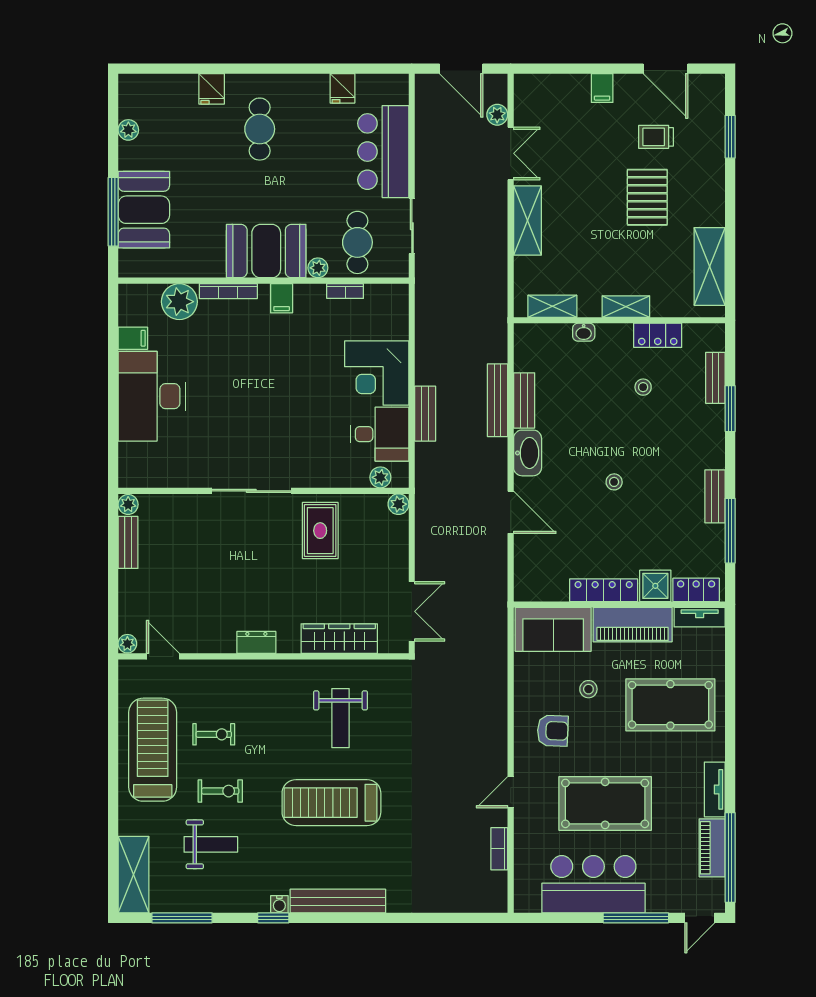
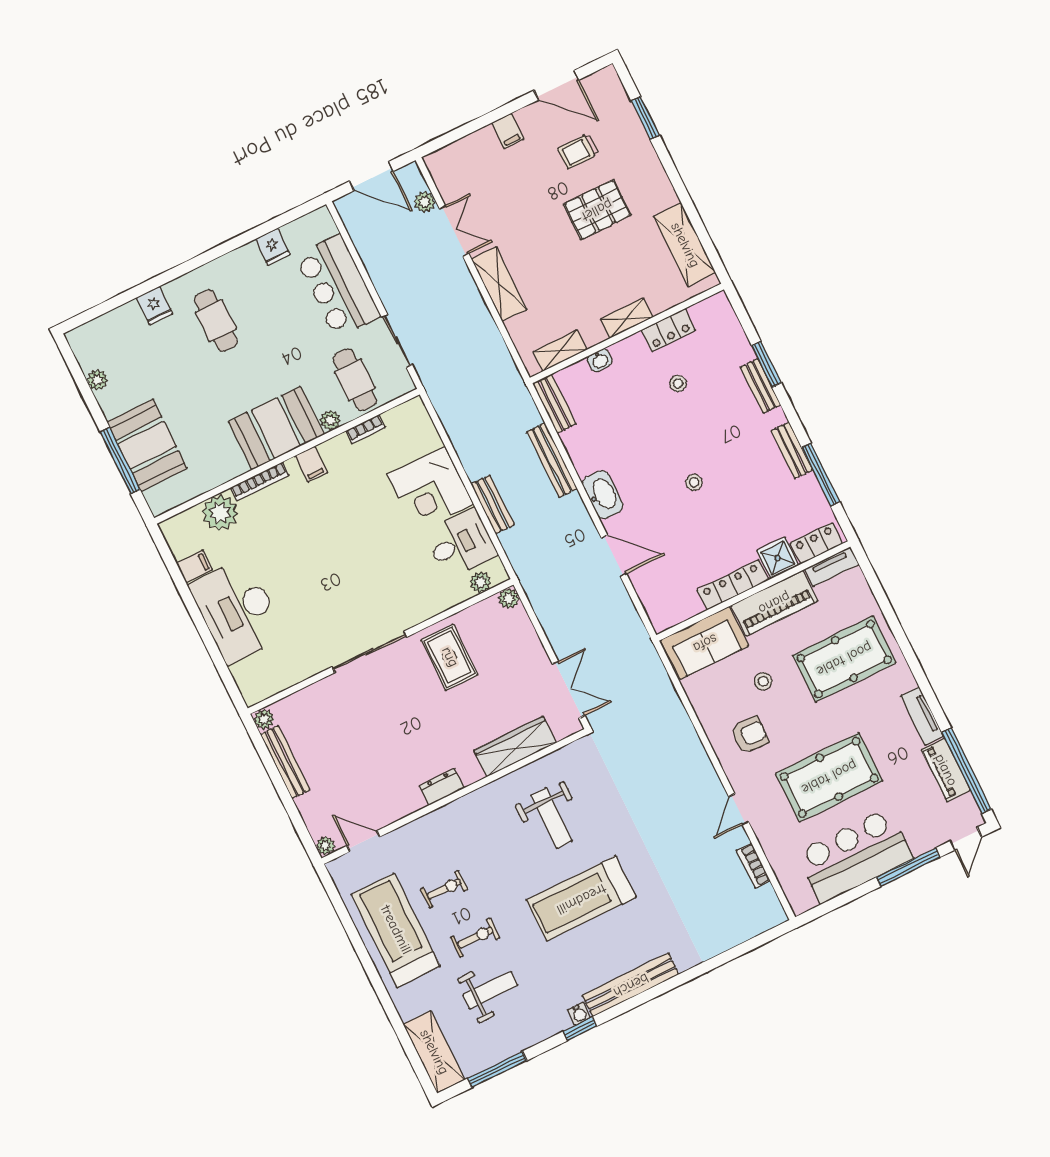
pallet: (647, 197) -> (597, 210), turned 90
bench: (715, 378) -> (761, 386), moved
bench: (524, 400) -> (554, 404), moved
bench: (128, 542) -> (285, 762), width x1.36

